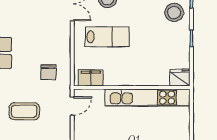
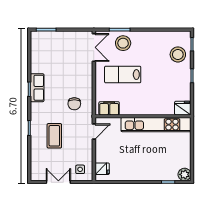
lab bench: (107, 37) -> (123, 75), turned 180
coffee table: (24, 111) -> (54, 136), turned 90

